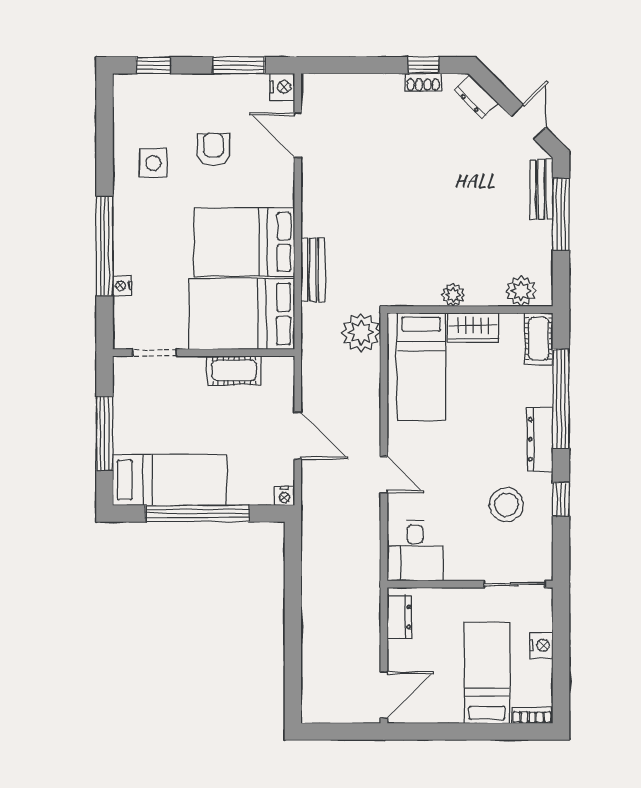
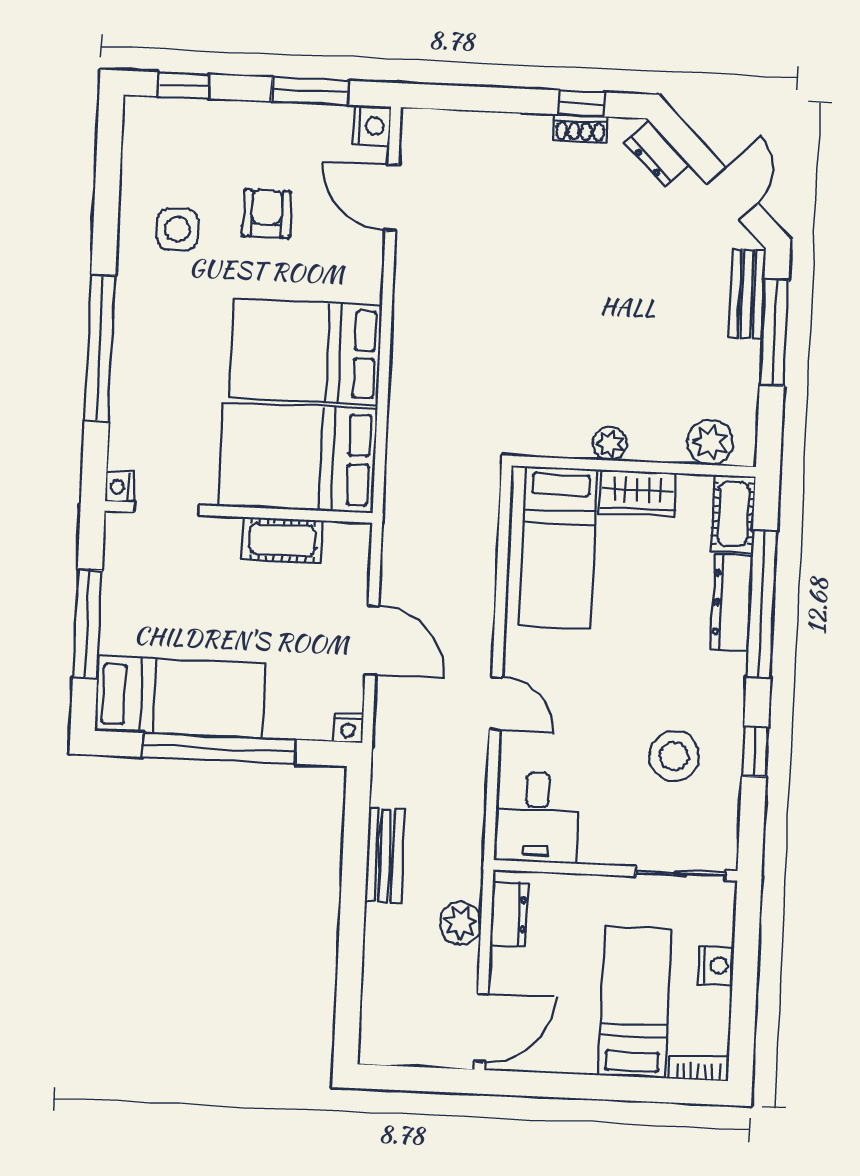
bench: (313, 270) -> (385, 855), moved
nightstand: (122, 286) -> (119, 487), moved
plant: (361, 333) -> (460, 923), moved, width x0.73, depth x0.73
dresser: (540, 439) -> (731, 603), moved

